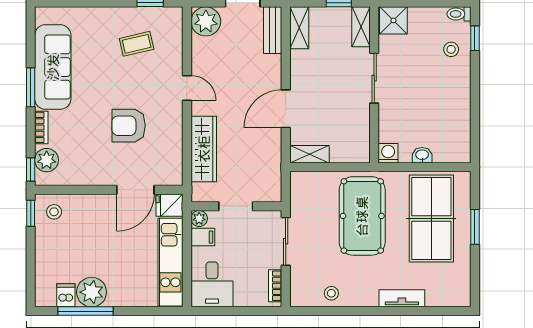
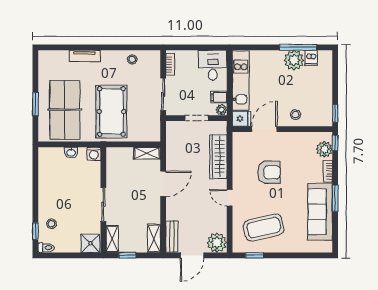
coffee table: (137, 44) -> (264, 228), width x1.86, depth x1.72
stool: (54, 212) -> (295, 115), moved

